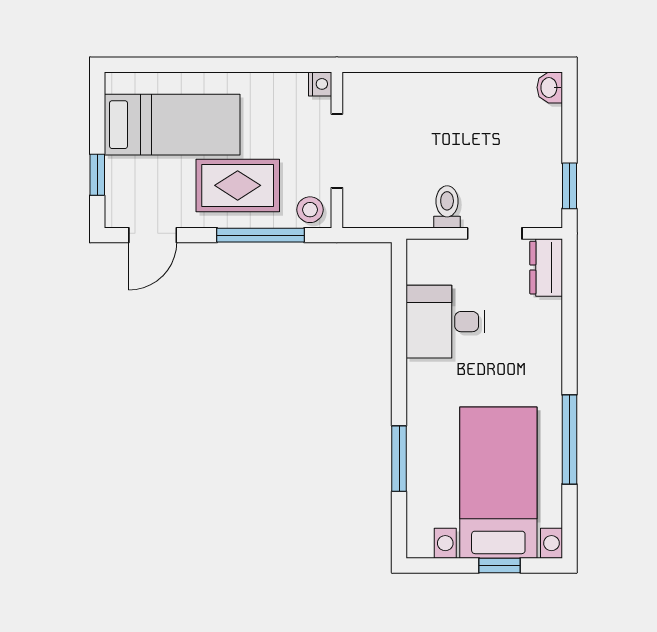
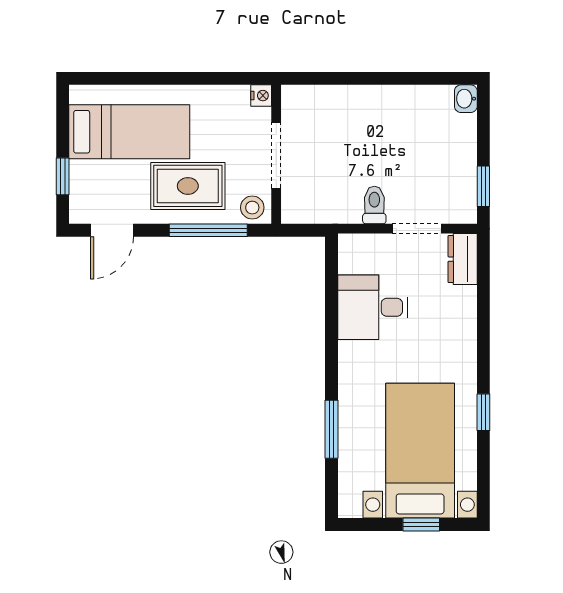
window: (569, 439) -> (483, 412), width x0.46

